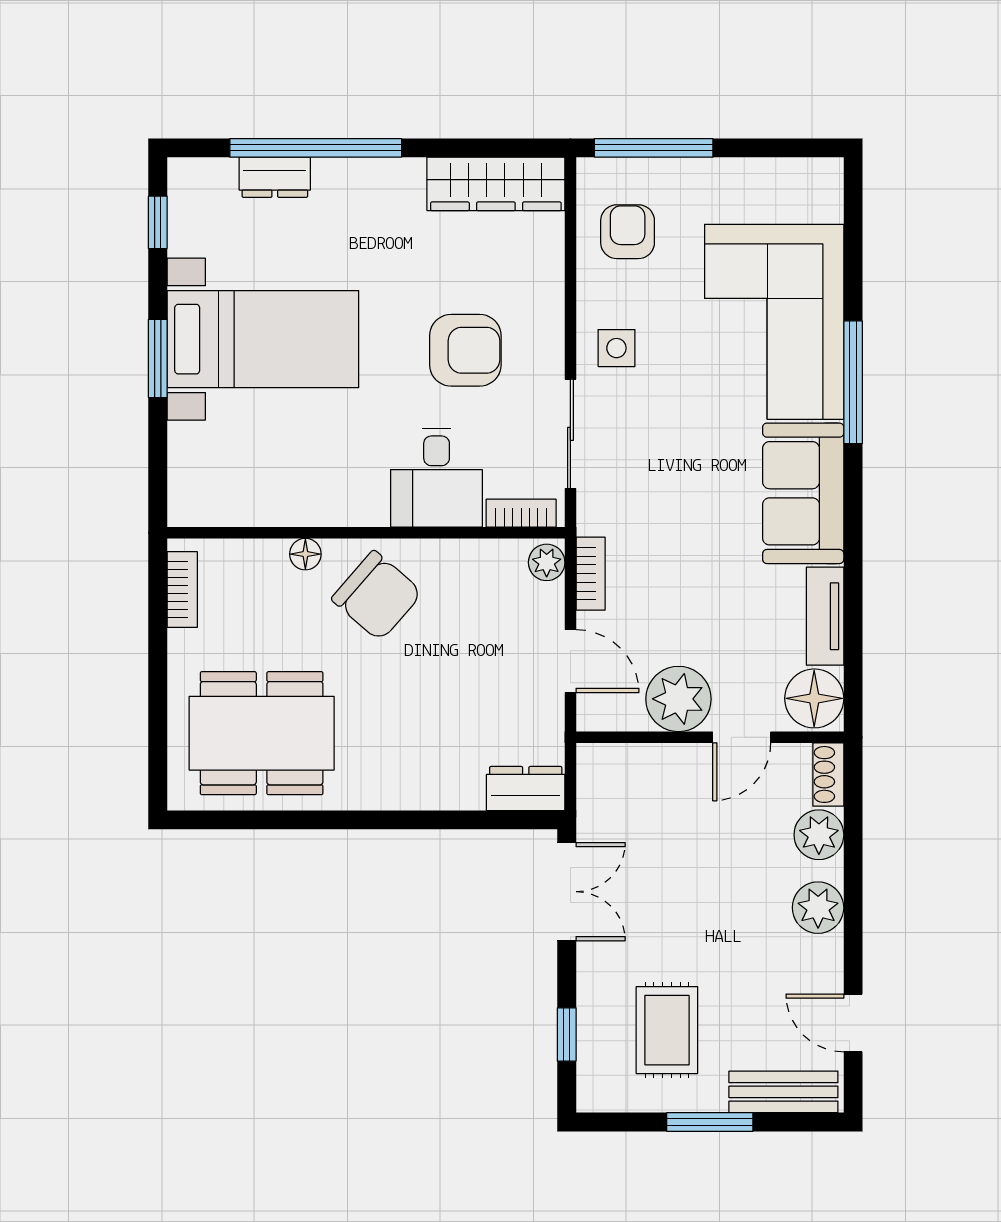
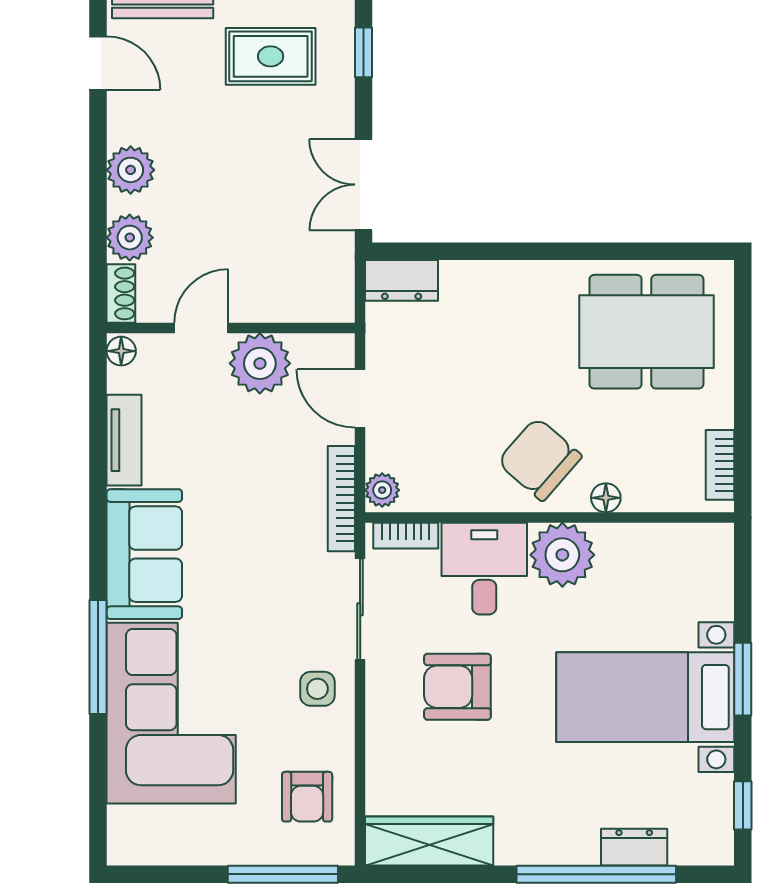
plant: (352, 493) -> (562, 555), added
bookcase: (591, 574) -> (341, 499), width x1.56
floor lamp: (814, 698) -> (121, 351), width x0.53, depth x0.53
rug: (667, 1030) -> (271, 56), turned 90

